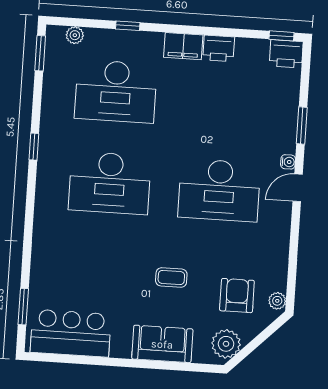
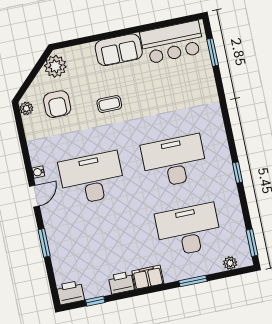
window: (128, 26) -> (193, 281), width x1.50
window: (281, 36) -> (95, 301), moved
water cooler: (288, 162) -> (38, 172), moved
sofa: (162, 344) -> (119, 50), moved

